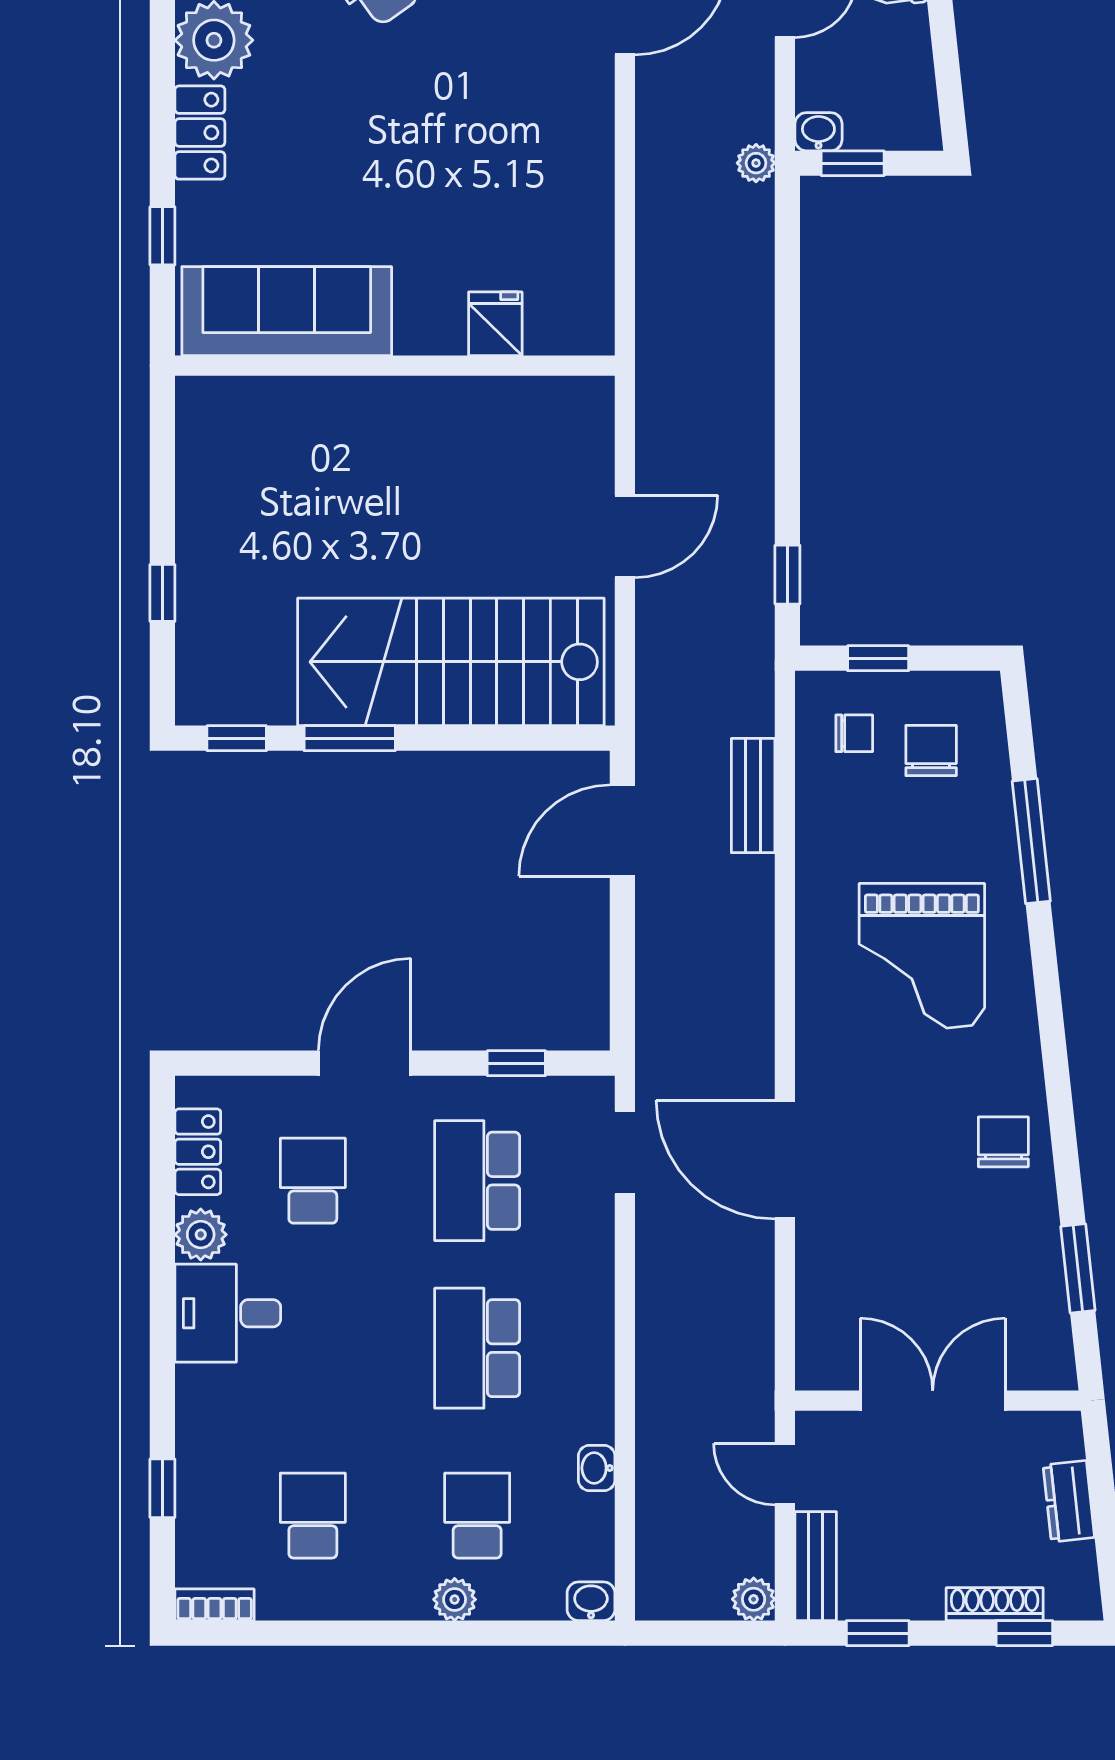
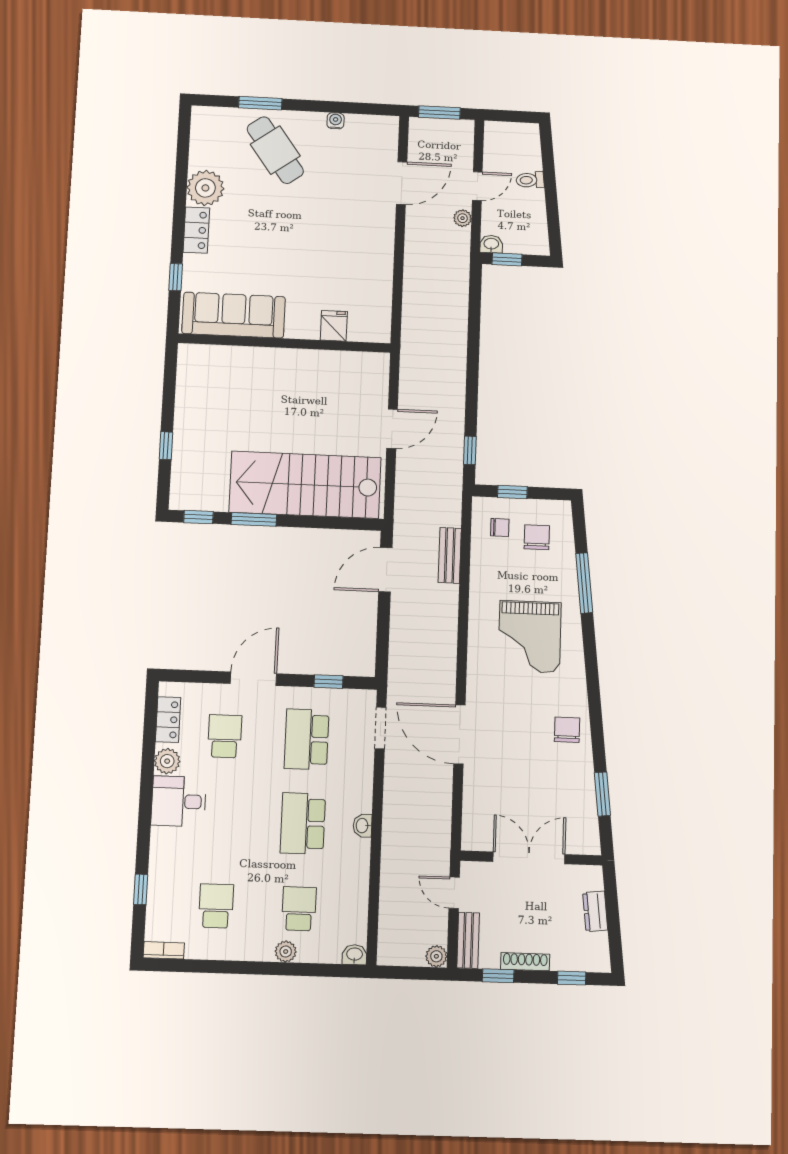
plant: (756, 163) -> (463, 218), moved
washbasin: (597, 1468) -> (363, 826), moved
shoe rack: (995, 1604) -> (525, 962), moved

